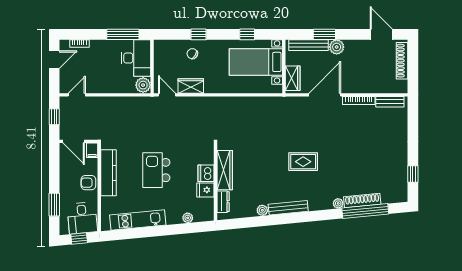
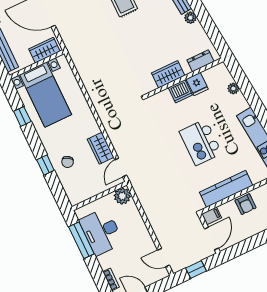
desk: (136, 58) -> (101, 232), moved, turned -90
kitchen island: (156, 170) -> (201, 142), turned 90
wardrobe: (225, 170) -> (168, 74), width x0.67

